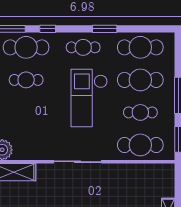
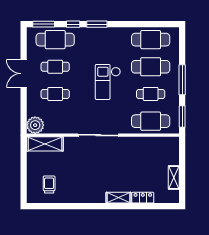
window: (105, 29) -> (97, 24), moved
cafe table: (83, 47) -> (55, 94), moved
checkout: (89, 98) -> (108, 82), width x0.73, depth x0.83

